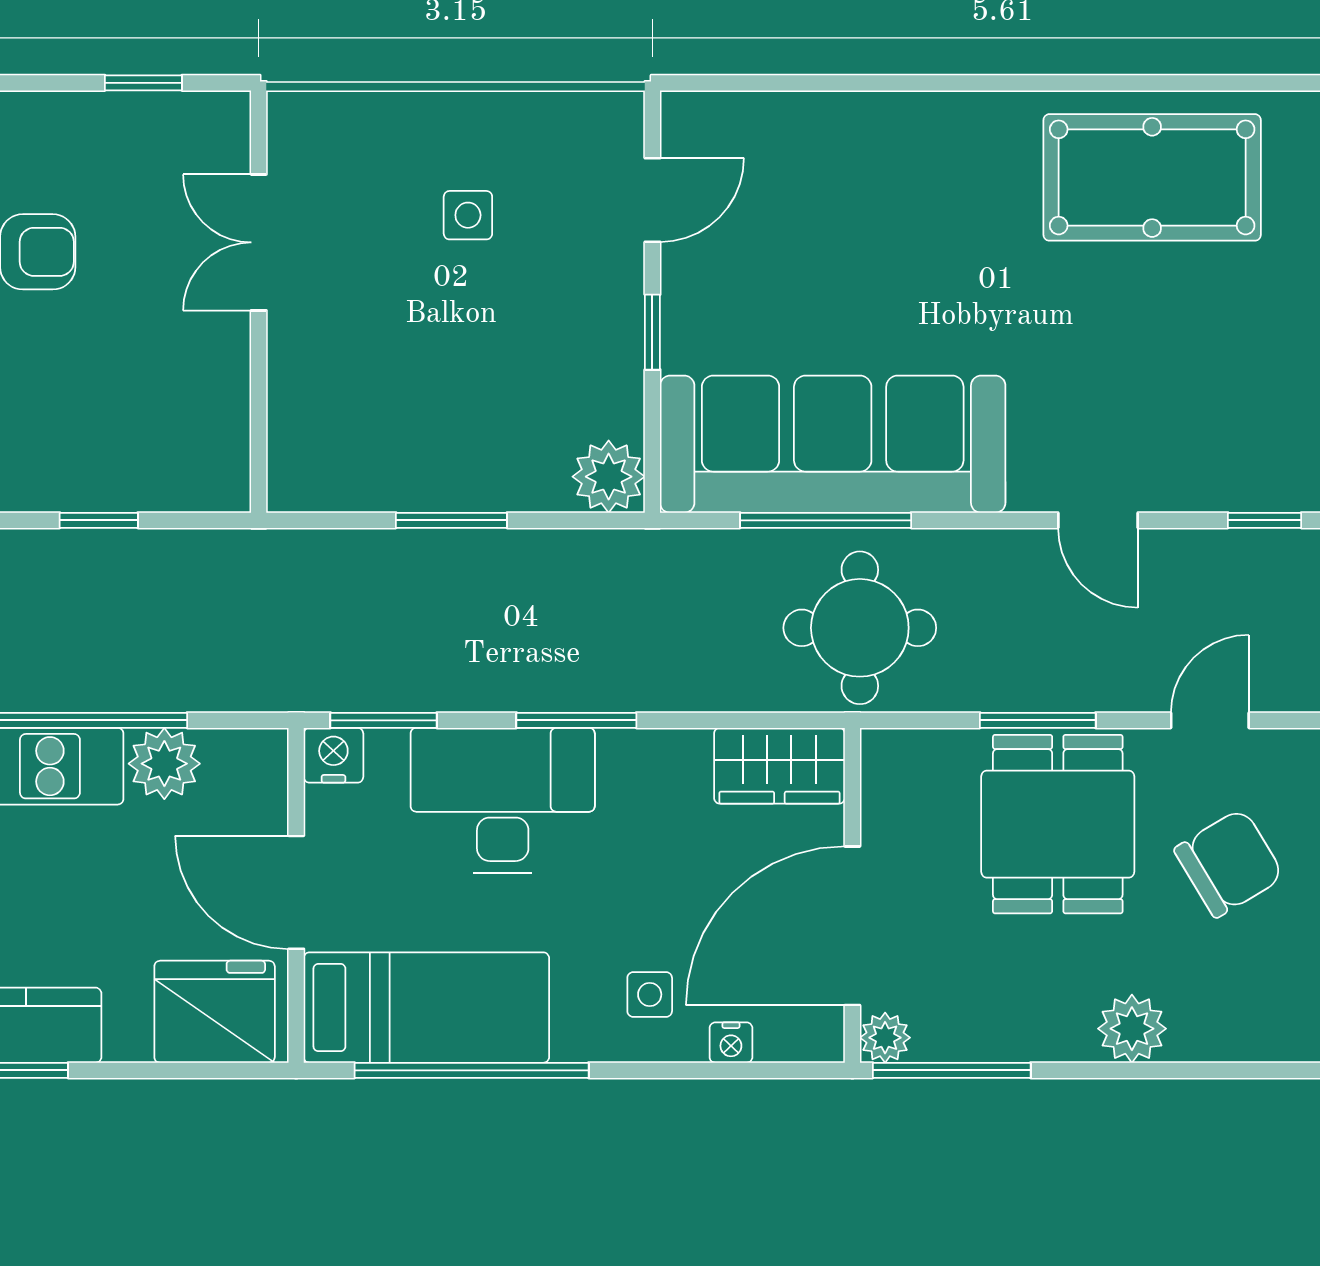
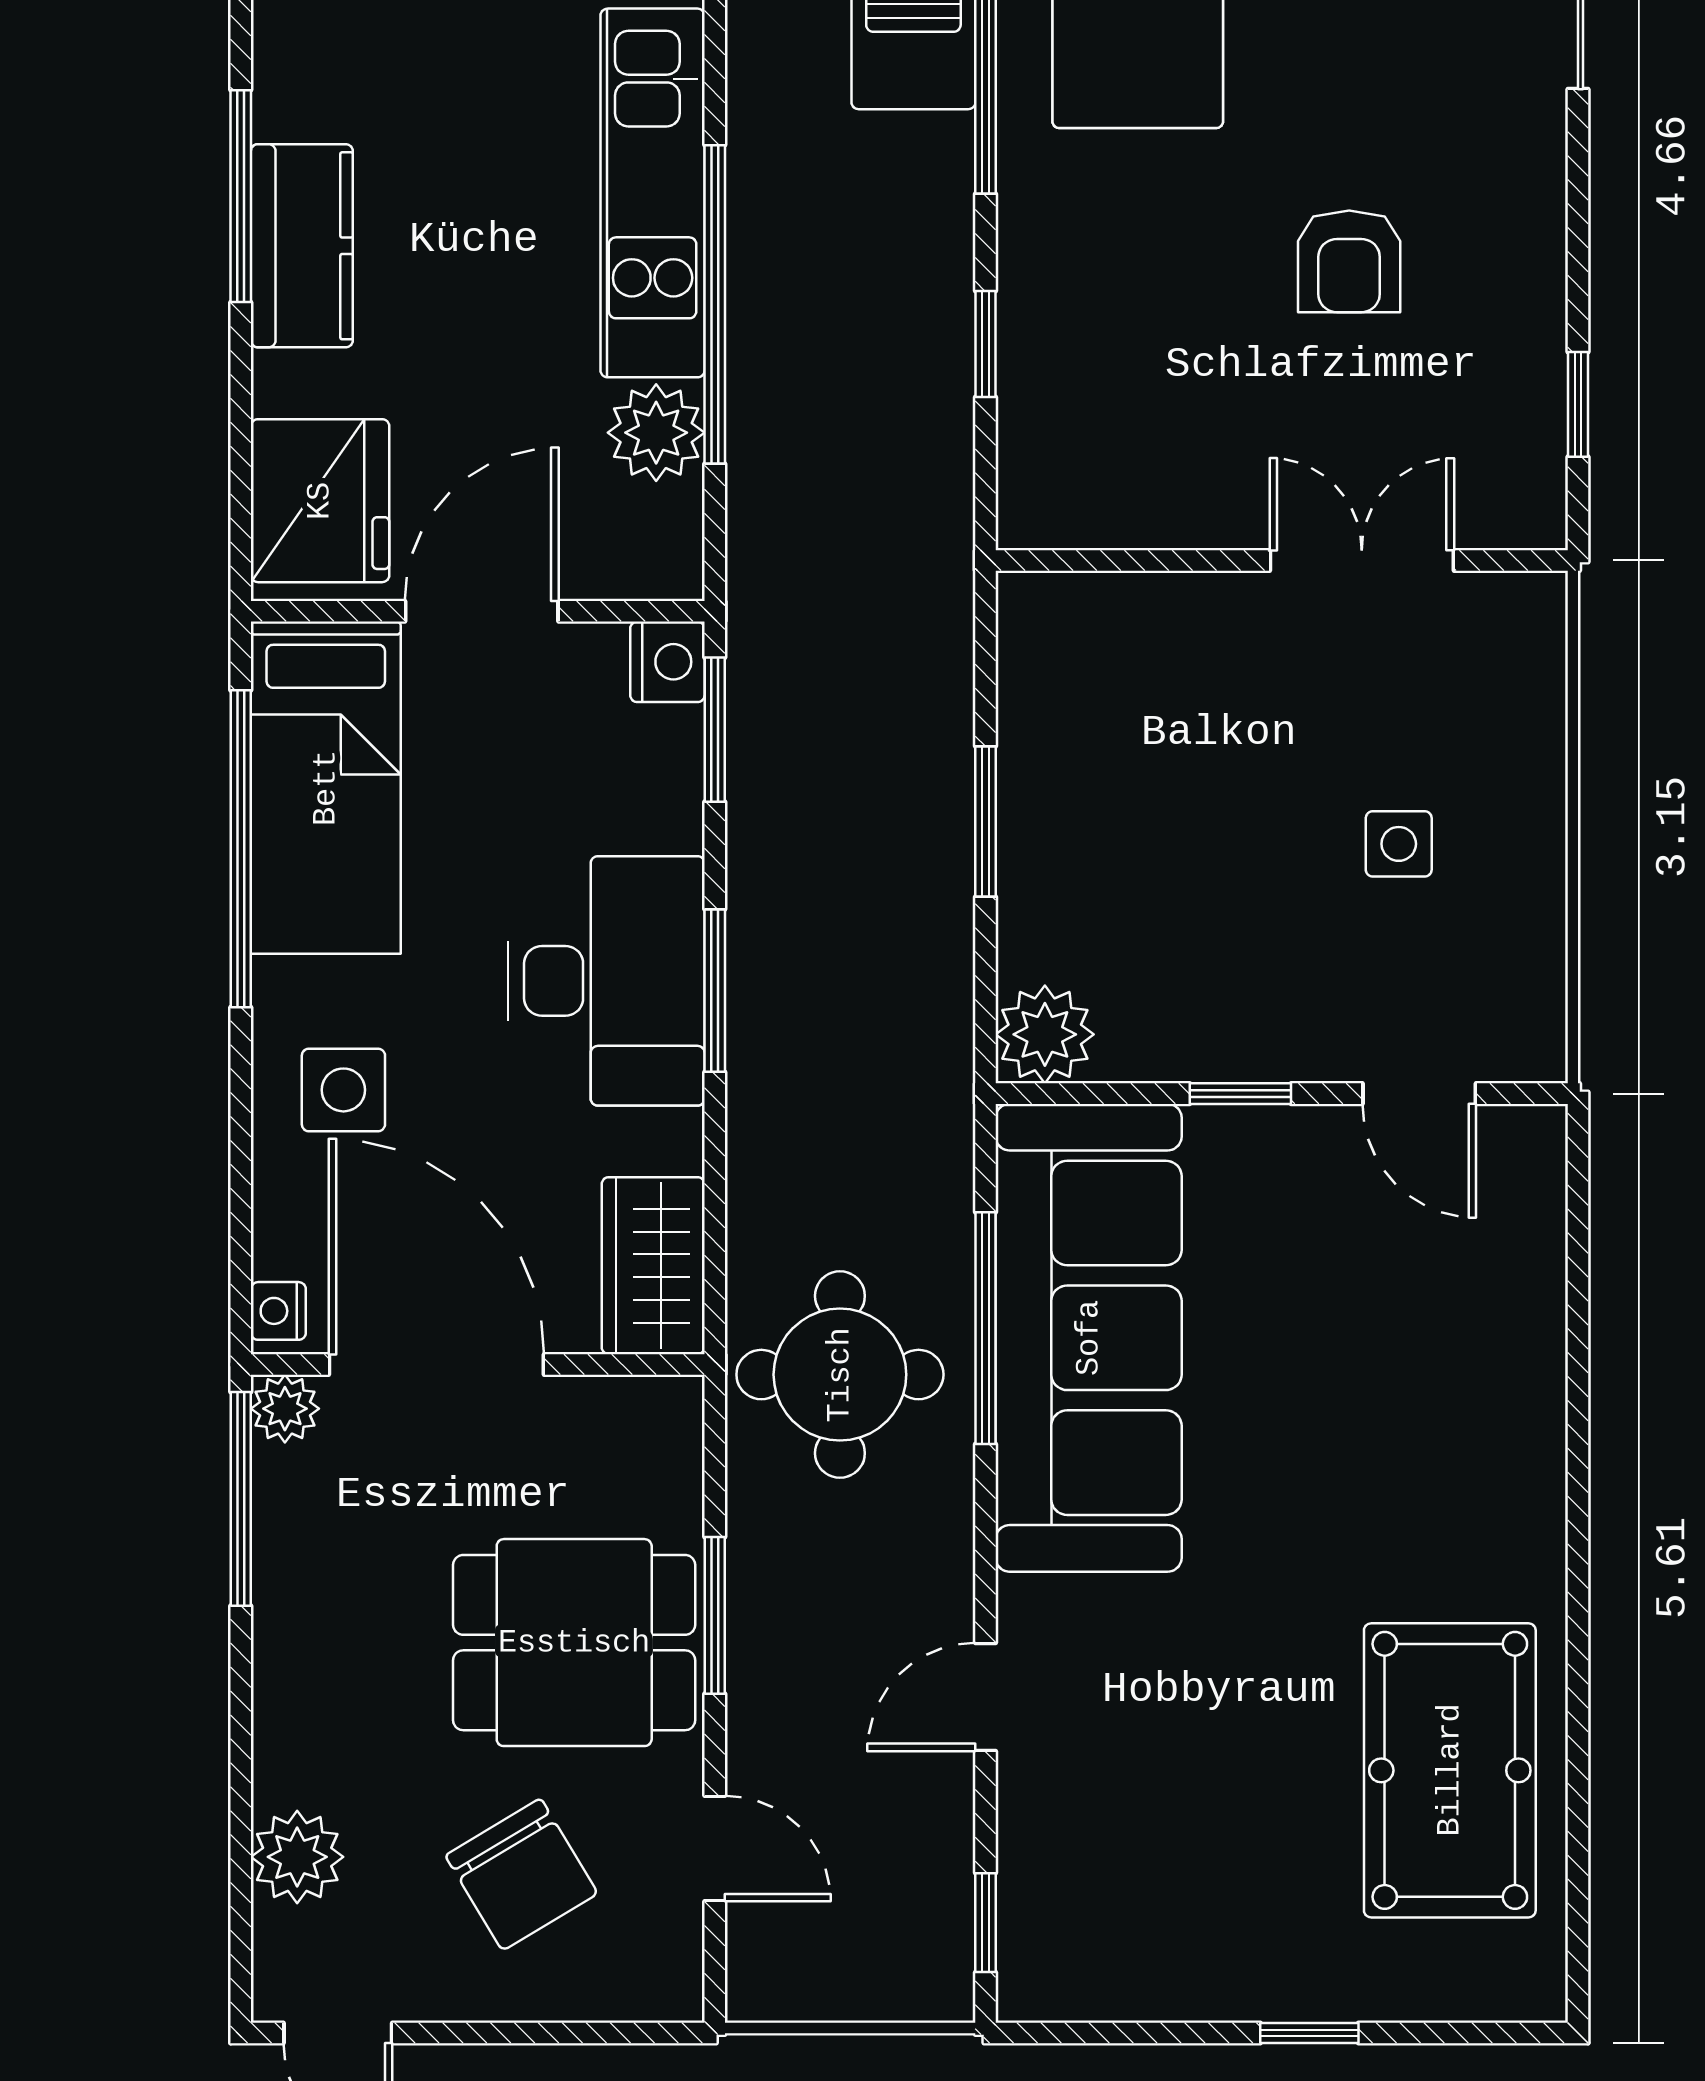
desk: (503, 800) -> (607, 981), moved
side table: (650, 994) -> (343, 1090), width x1.37, depth x1.37
plant: (1132, 1029) -> (297, 1857), moved
nightstand: (731, 1043) -> (278, 1311), moved

